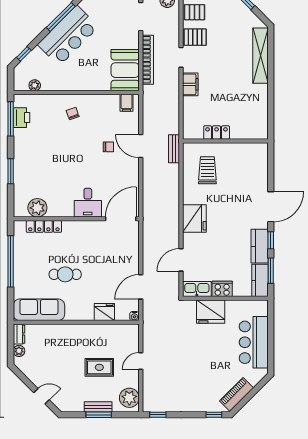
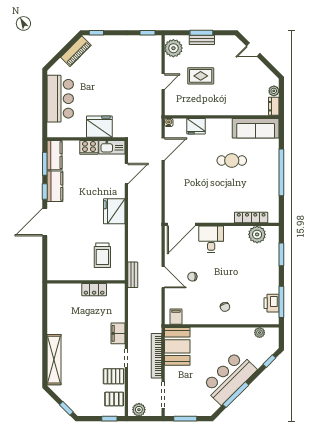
desk: (88, 203) -> (211, 239), moved
plant: (37, 208) -> (257, 234), moved
wall: (76, 219) -> (222, 224), moved
door: (121, 219) -> (181, 224), moved
locker: (44, 226) -> (251, 218), moved

